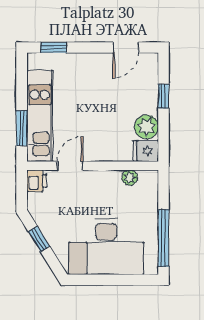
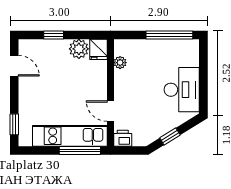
window: (22, 128) -> (80, 151), width x1.44
desk: (106, 247) -> (182, 90), width x0.73, depth x0.77

